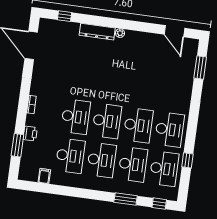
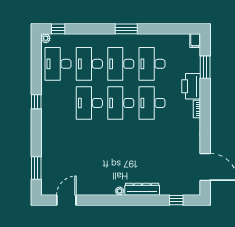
door: (175, 31) -> (66, 200), hinge flipped
desk: (169, 129) -> (58, 103), removed
printer: (30, 134) -> (191, 86), width x1.87, depth x1.48
window: (187, 160) -> (36, 102), moved
filing cabinet: (44, 176) -> (195, 41), moved
plant: (173, 196) -> (46, 38), added
window: (126, 199) -> (126, 29), moved

